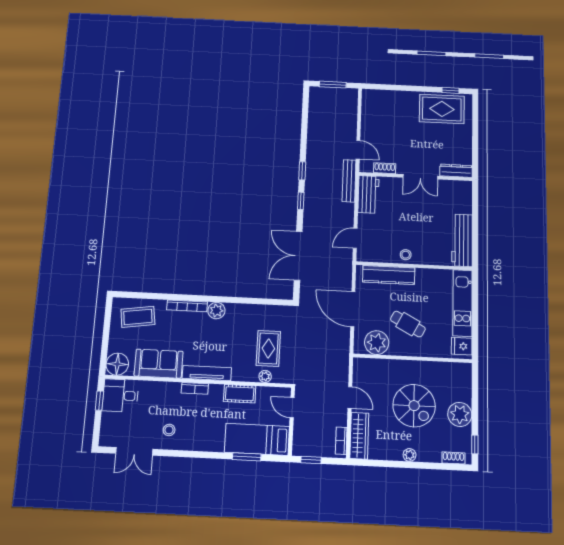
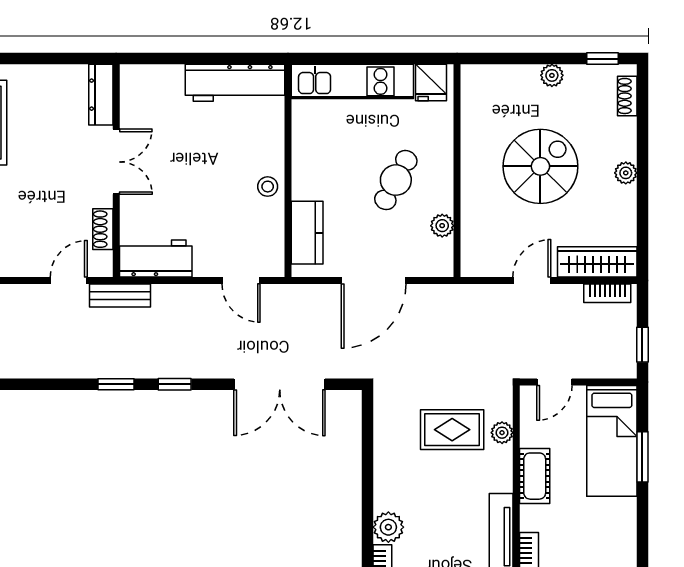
bench: (349, 181) -> (120, 296), width x0.73
kitchen counter: (389, 275) -> (307, 233), width x0.67
plant: (377, 343) -> (442, 226), width x0.53, depth x0.53
plant: (460, 414) -> (552, 75), width x0.53, depth x0.53

